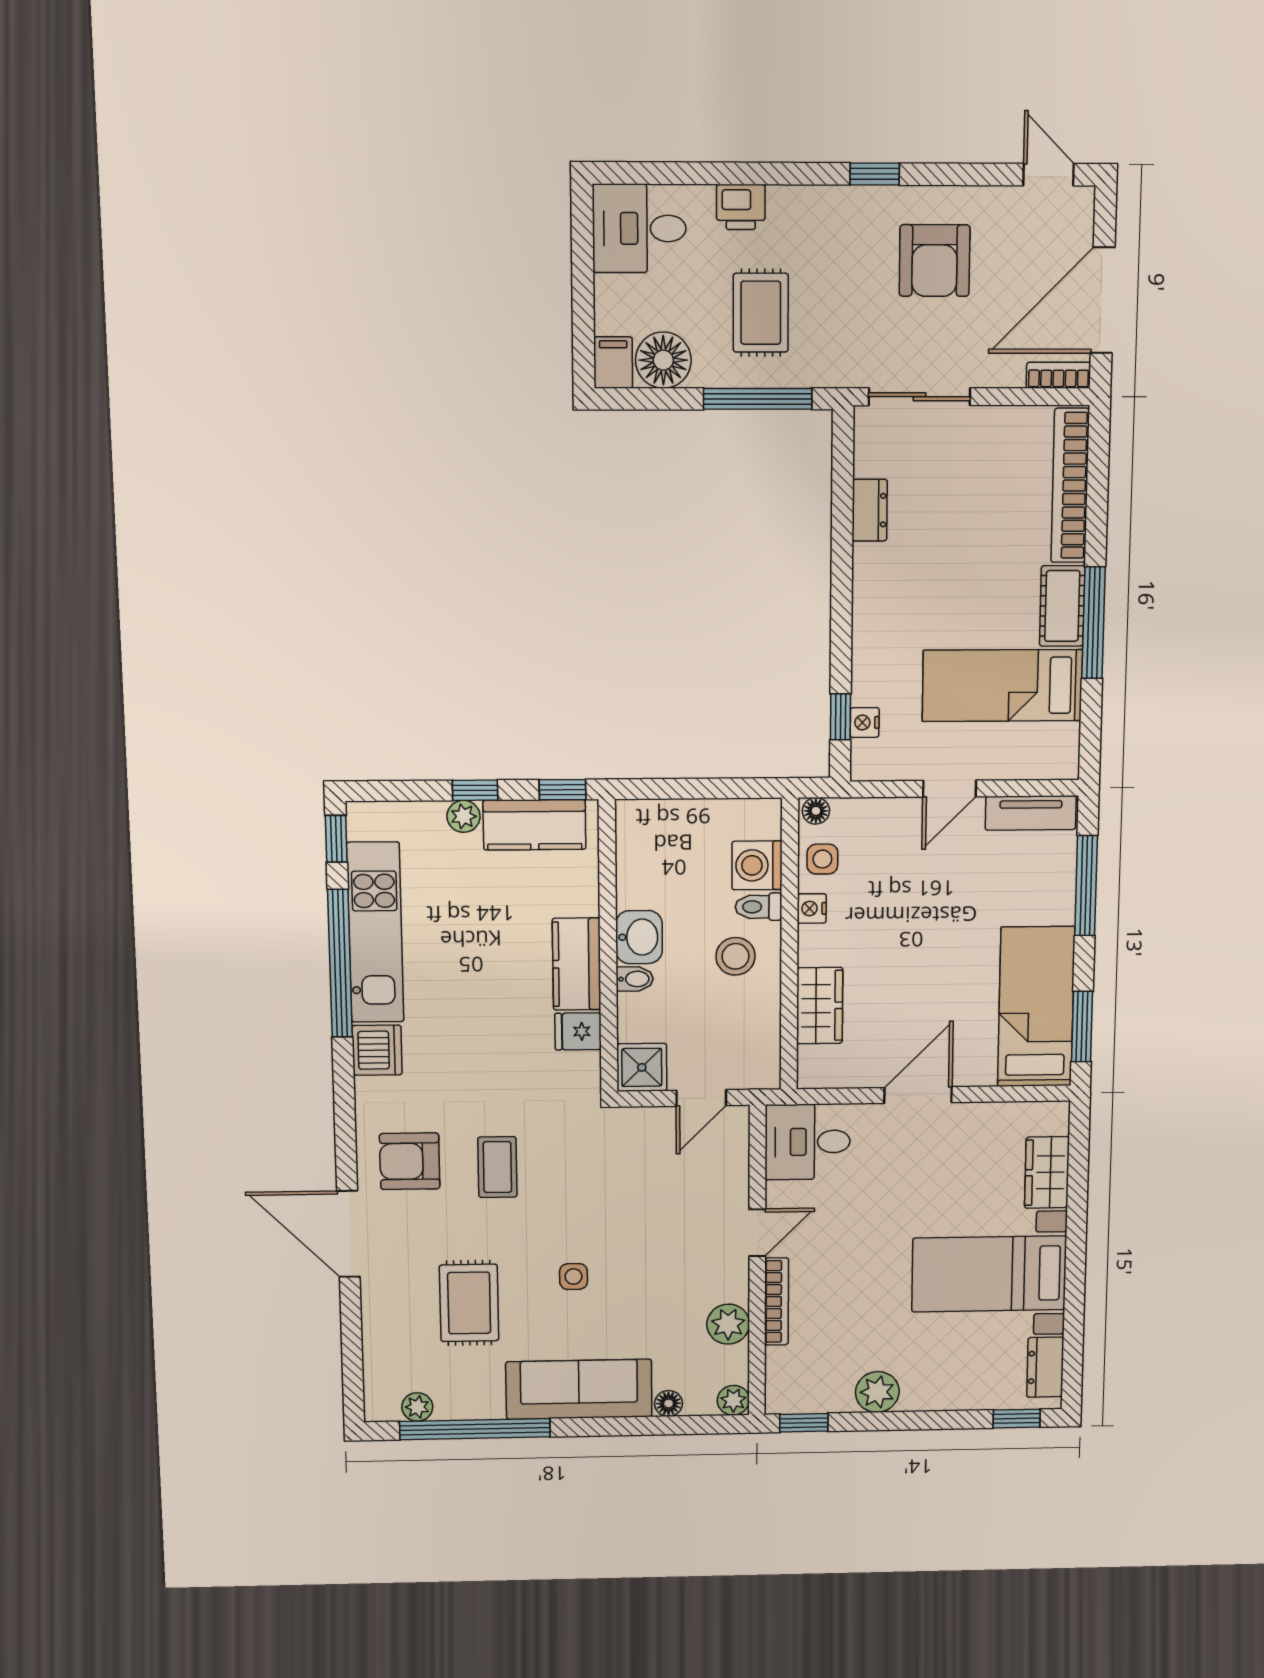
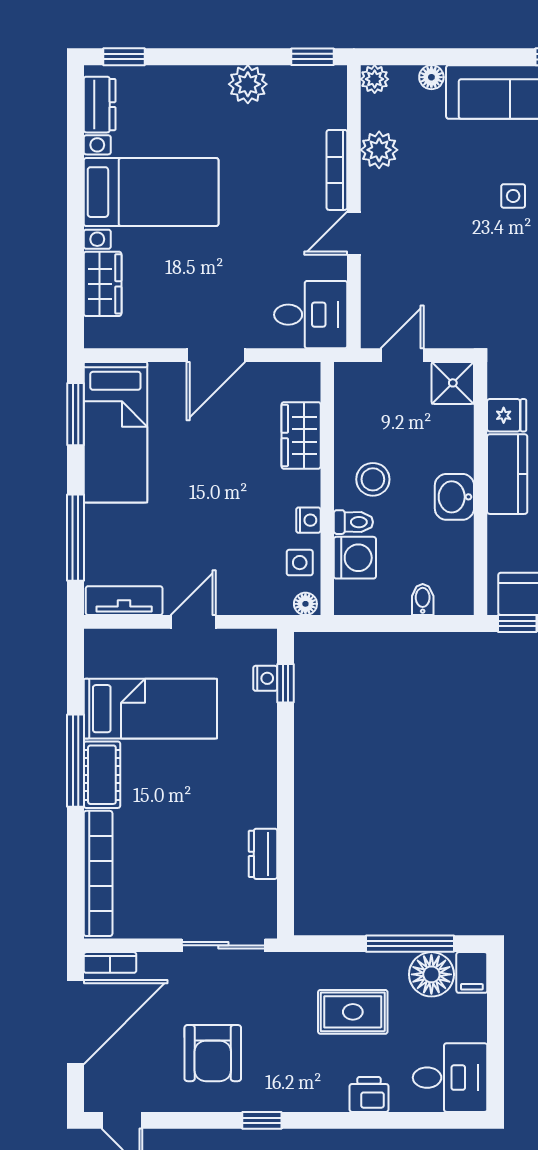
armchair: (935, 261) -> (213, 1053), turned 180
rug: (761, 313) -> (353, 1012), turned 90
window: (758, 399) -> (410, 944), moved
bidet: (635, 979) -> (423, 600), moved, turned 90

